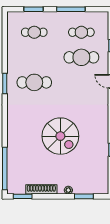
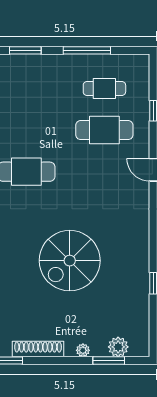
cafe table: (34, 32) -> (26, 88), removed
spiral stairs: (60, 136) -> (70, 261), turned 90
plant: (90, 188) -> (118, 347), added

